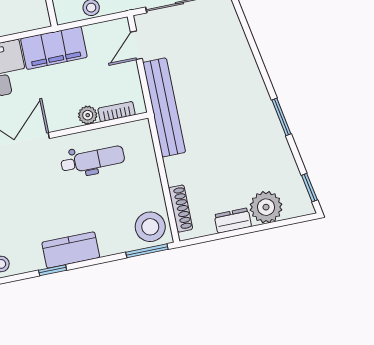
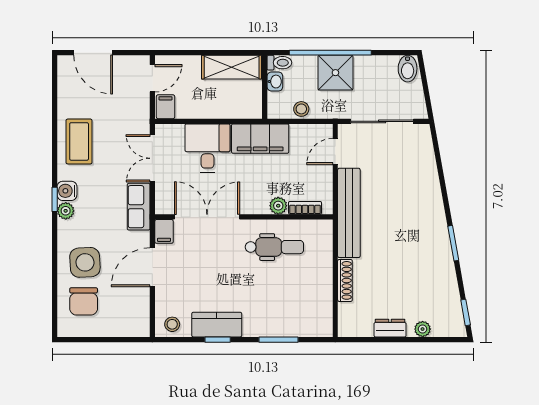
plant: (266, 207) -> (423, 329), width x0.53, depth x0.53
shoe rack: (181, 209) -> (345, 280), moved
stool: (150, 227) -> (314, 318), removed
kitchen counter: (71, 250) -> (217, 325), moved
window: (147, 251) -> (278, 340), moved

